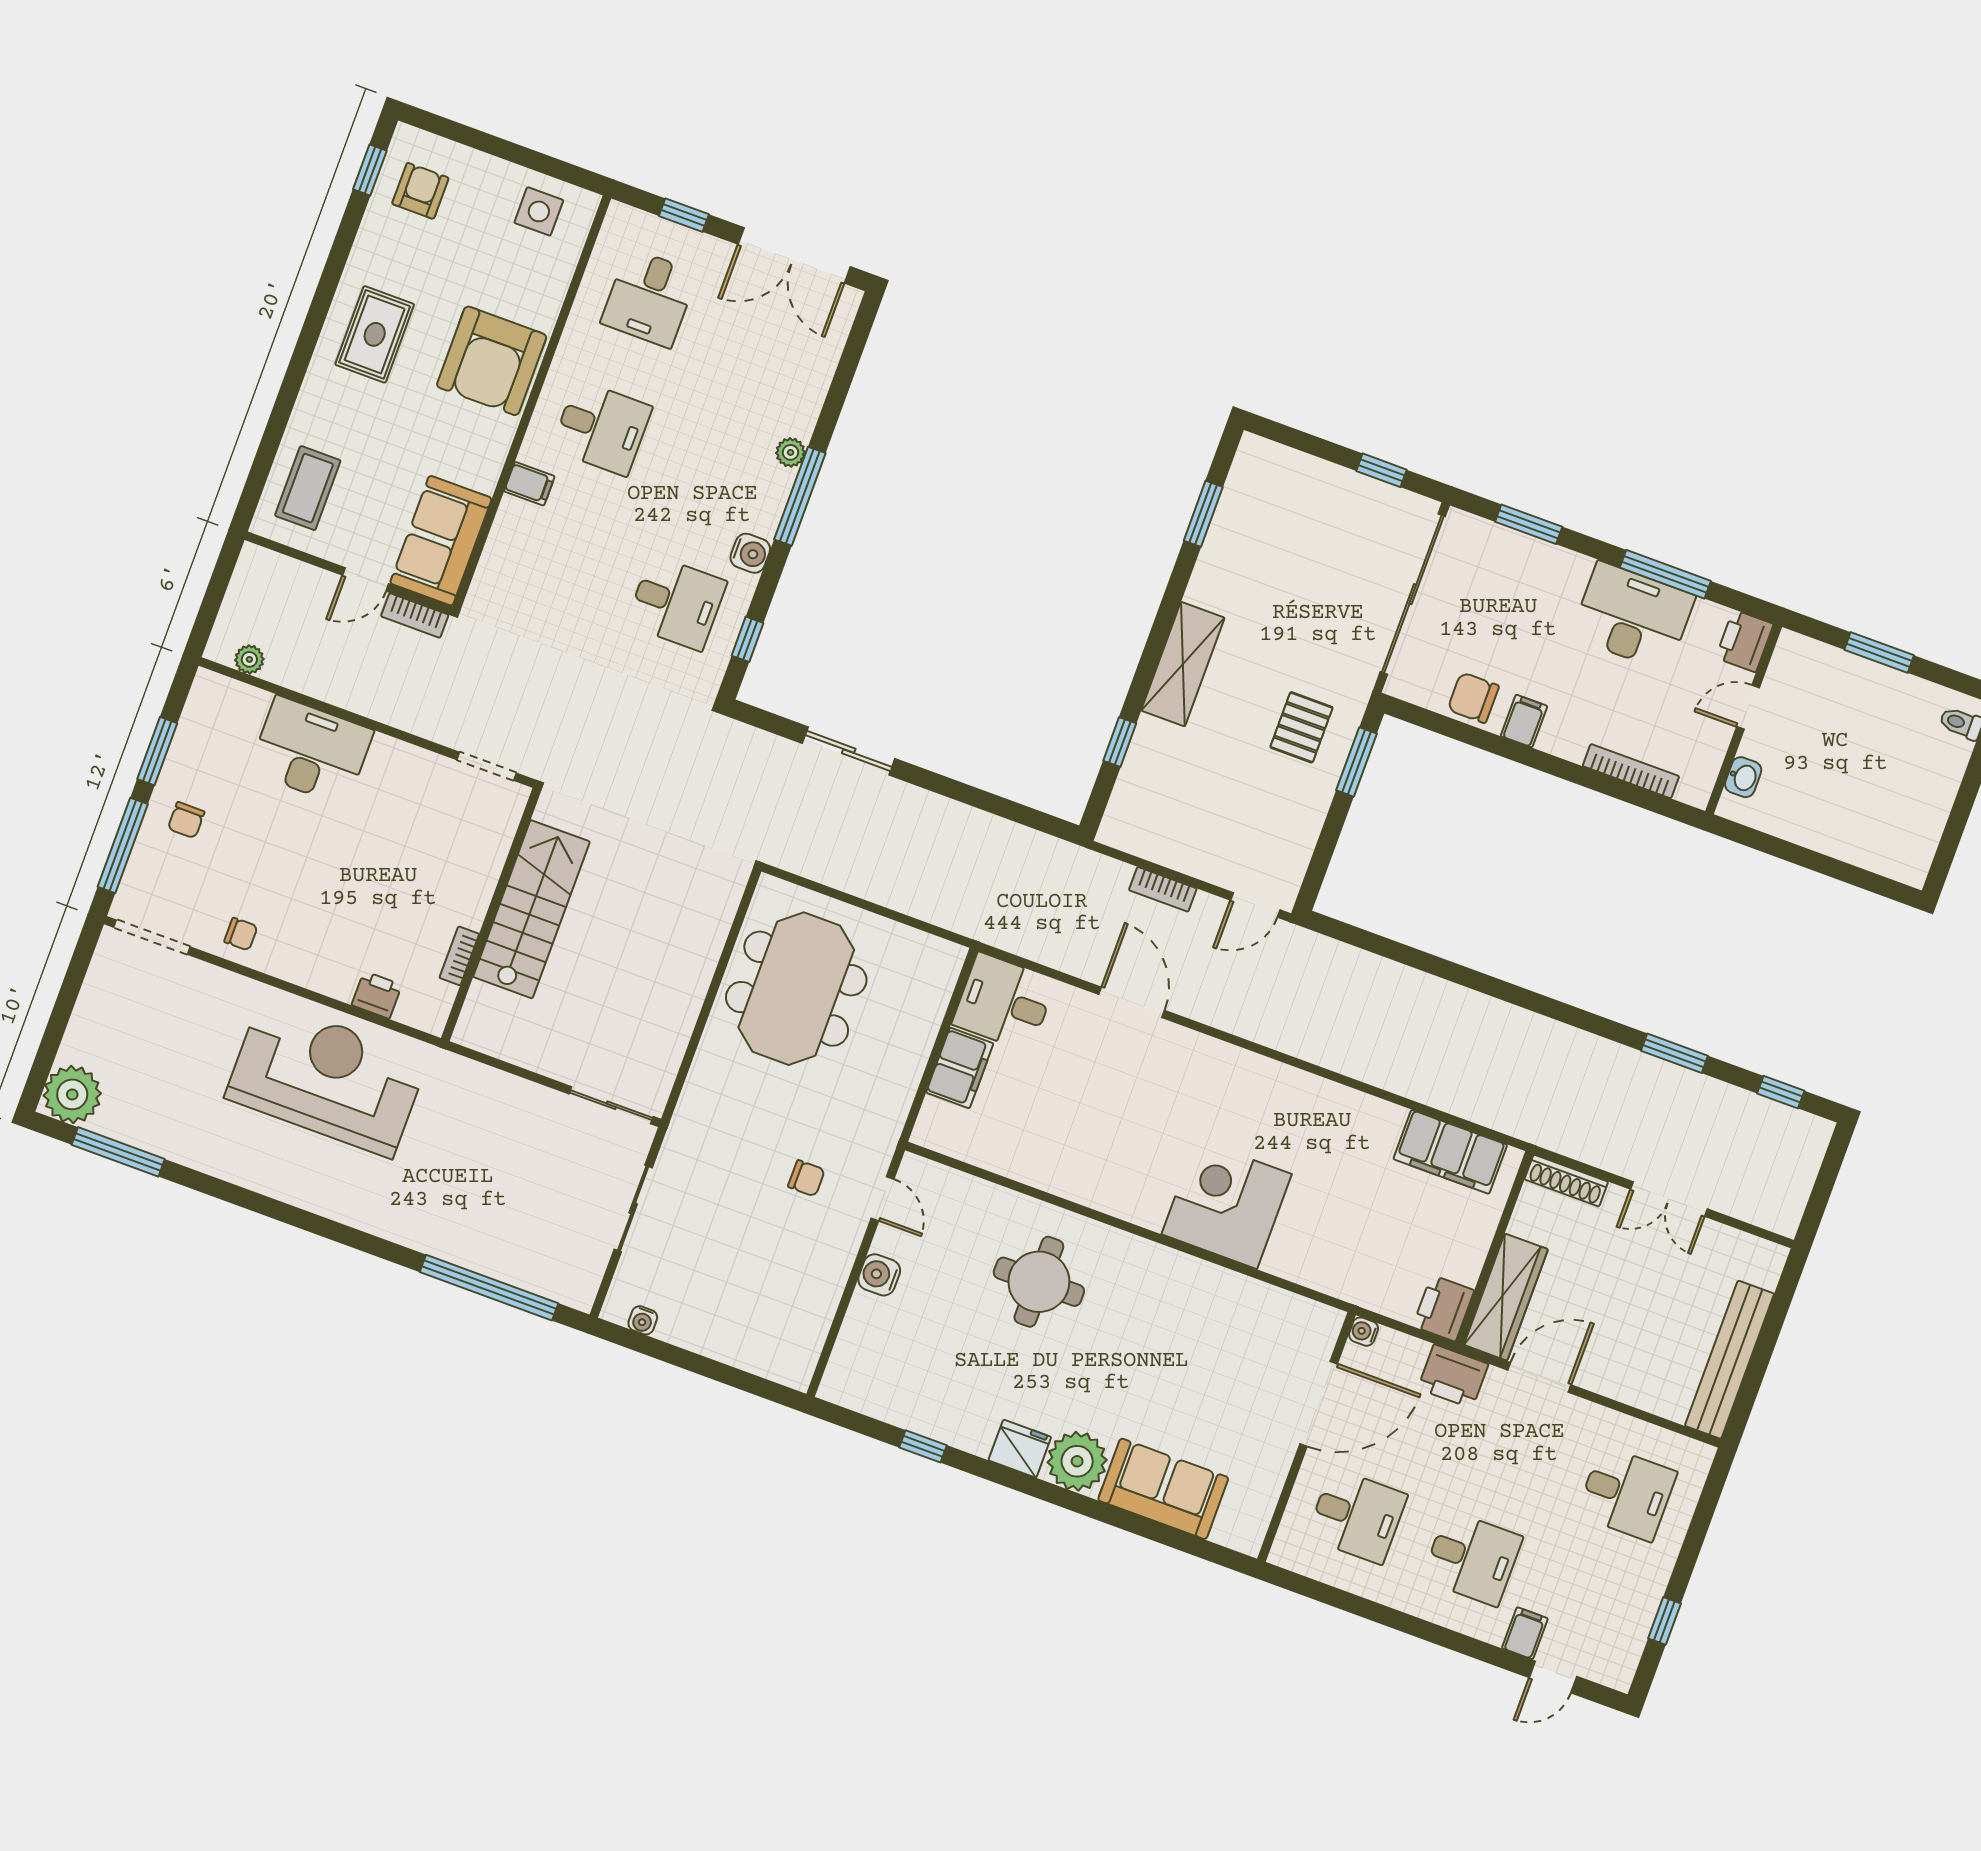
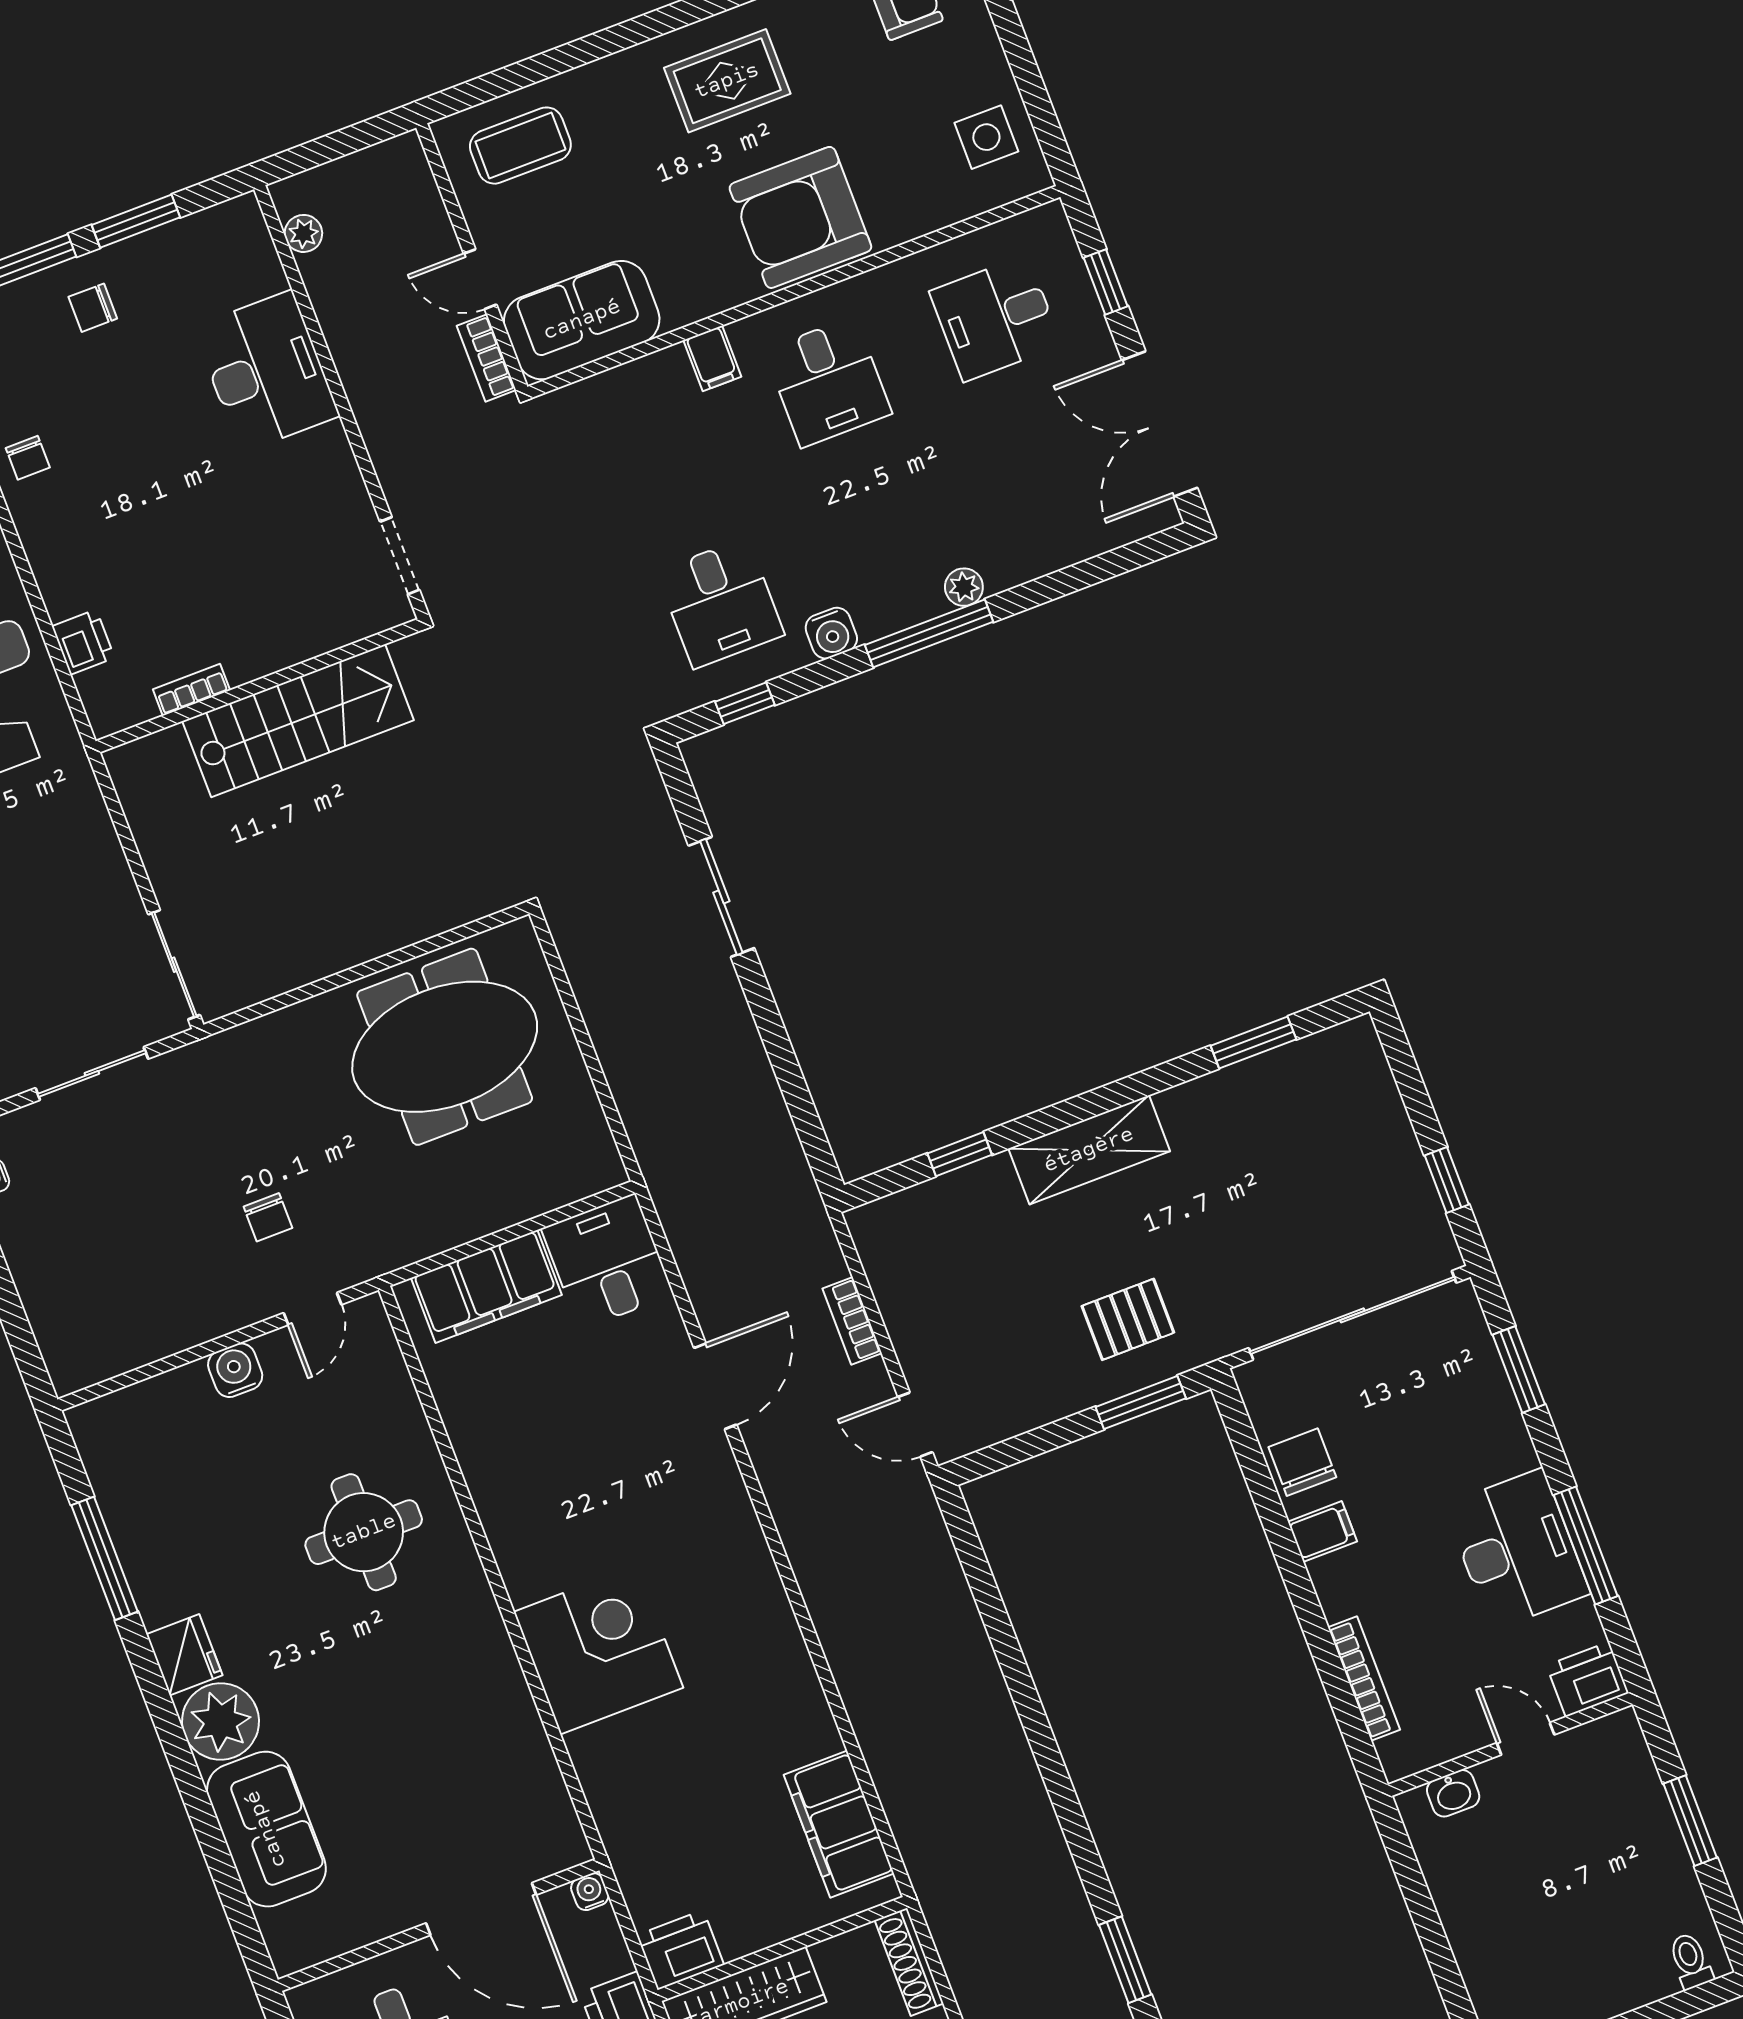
filing cabinet: (960, 1068) -> (486, 1286), width x1.50, depth x1.17
window: (923, 1446) -> (105, 1558), width x2.17

